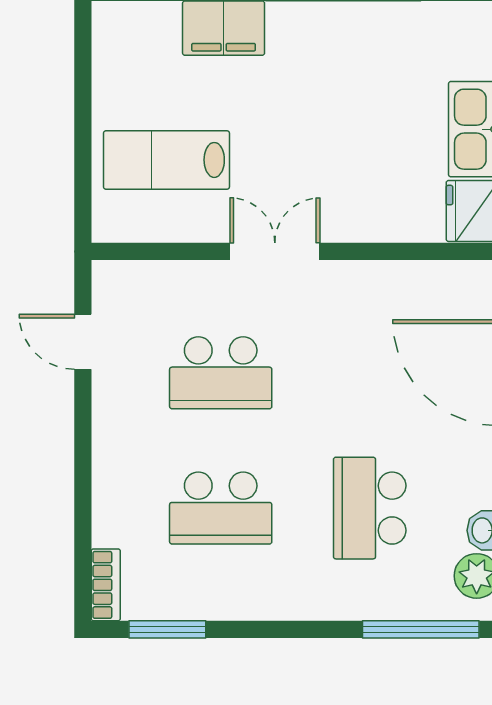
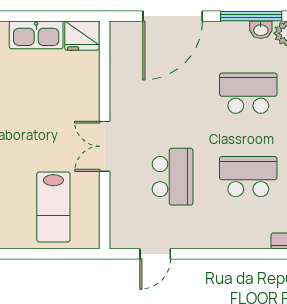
school desk: (221, 508) -> (248, 177), turned -90
school desk: (370, 508) -> (248, 93), turned 180

